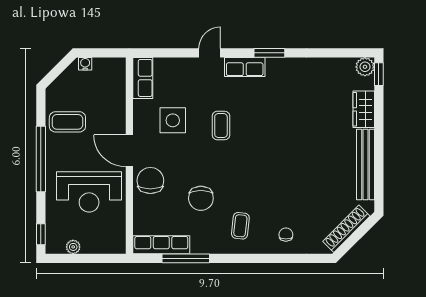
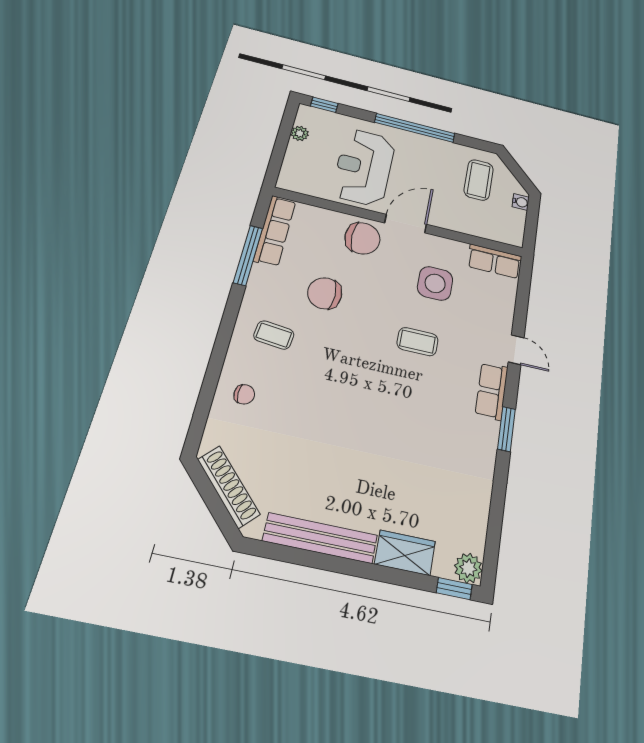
coffee table: (67, 122) -> (479, 180), moved

